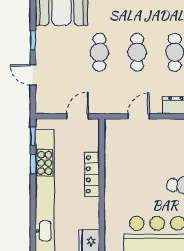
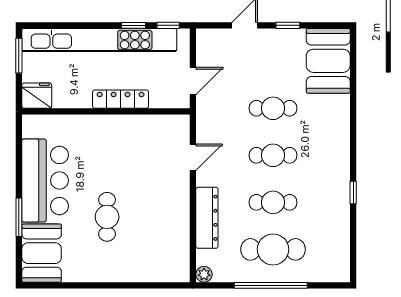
door: (77, 116) -> (193, 81), hinge flipped
door: (139, 116) -> (193, 157), hinge flipped

